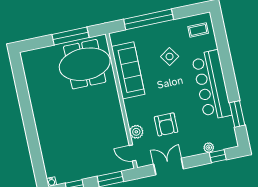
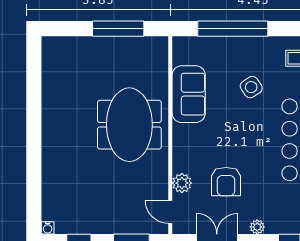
meeting table: (85, 64) -> (129, 125), moved, turned 90
sofa: (128, 70) -> (189, 94), width x0.73
plant: (209, 148) -> (257, 227), moved

